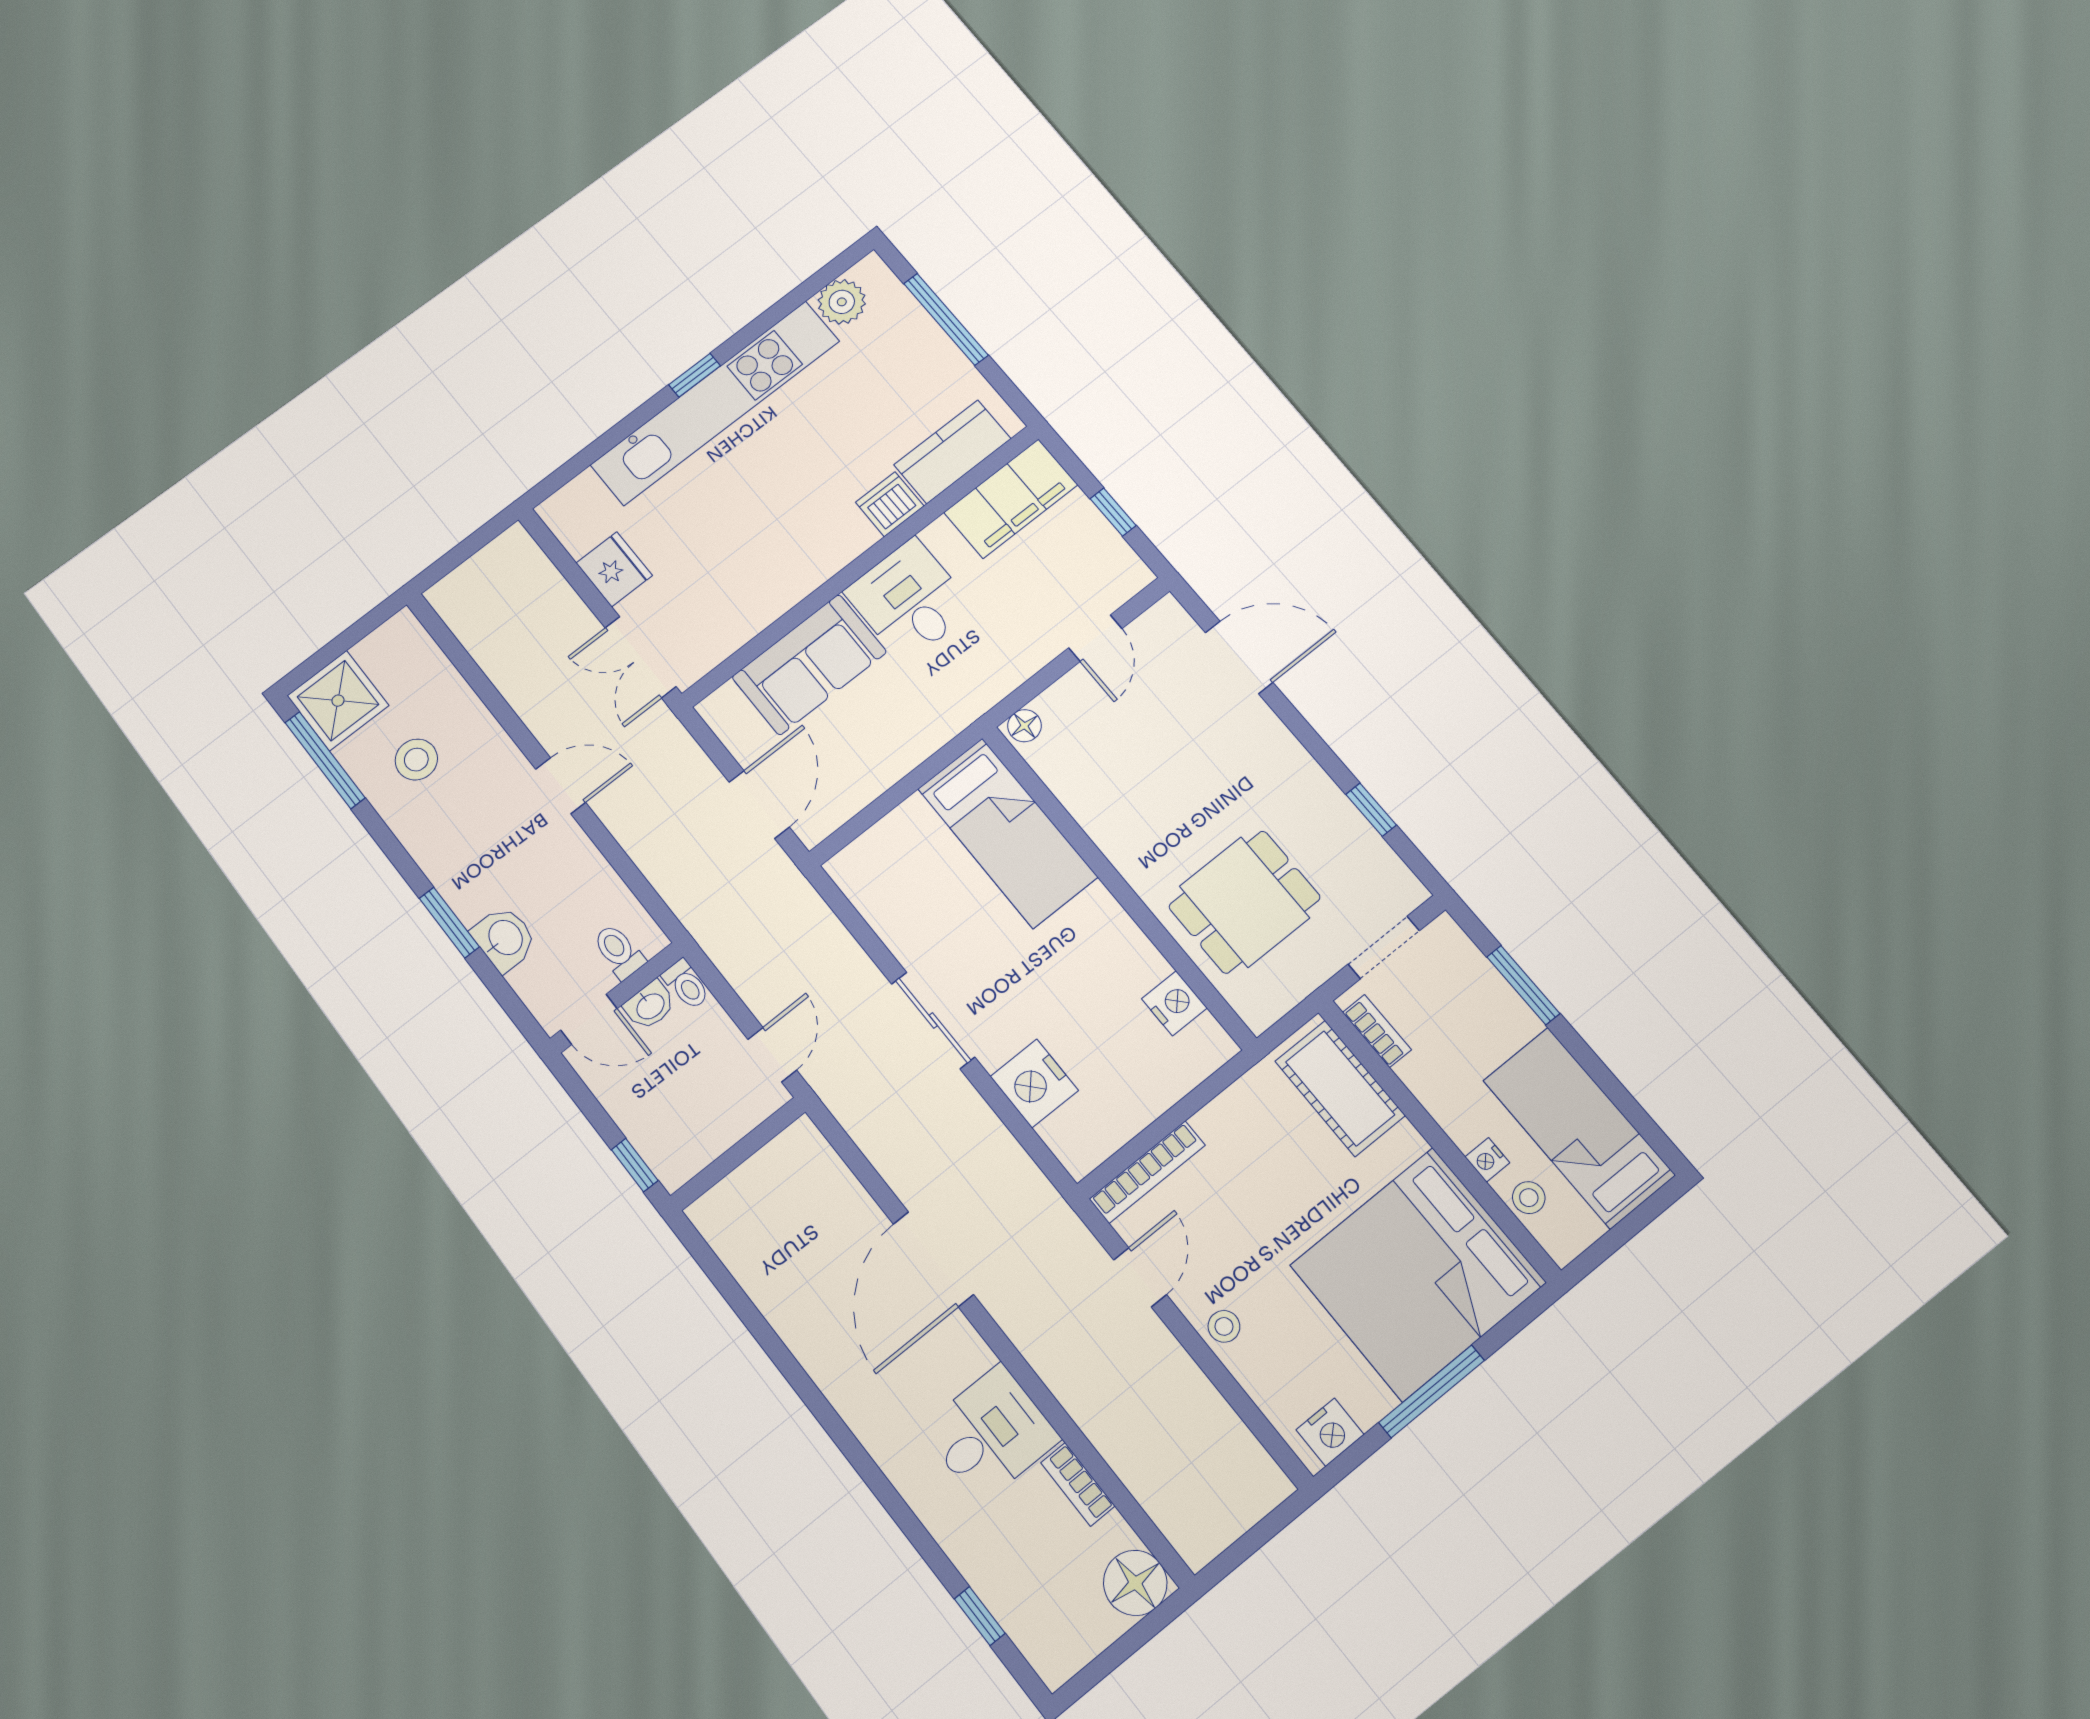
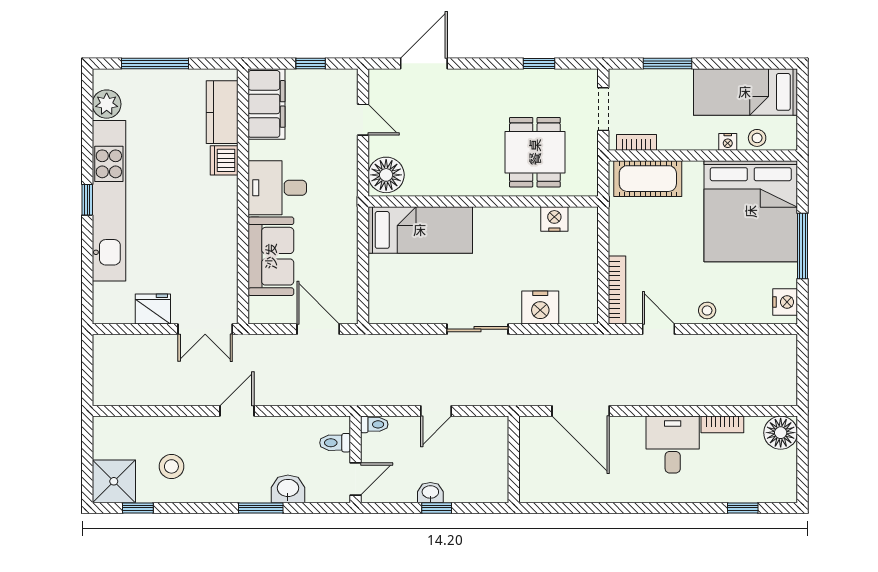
floor lamp: (1024, 726) -> (386, 175), width x1.89, depth x1.89
window: (325, 760) -> (138, 508), width x0.46
washbasin: (650, 1006) -> (430, 493), moved, turned -90
door: (772, 1055) -> (436, 411), swing flipped
wall: (738, 1154) -> (514, 459), moved

